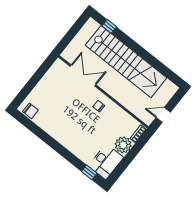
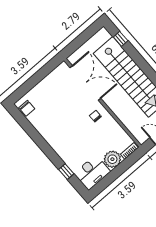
double door: (83, 76) -> (85, 83), width x1.36
window: (89, 172) -> (66, 172), moved

